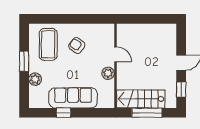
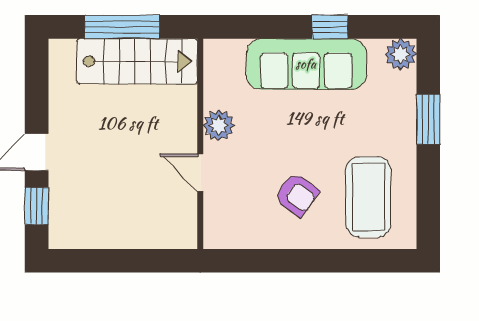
window: (24, 61) -> (428, 119), moved
plant: (35, 79) -> (401, 54), moved
window: (181, 90) -> (37, 206), moved

